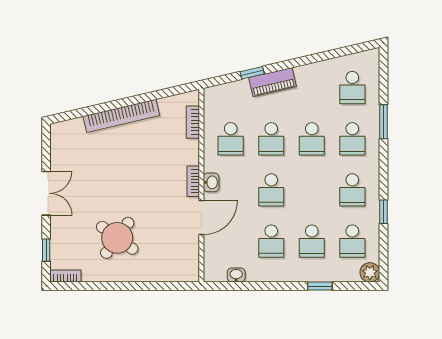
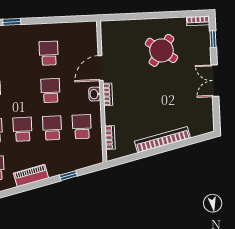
piano: (272, 82) -> (31, 176), moved
school desk: (312, 241) -> (19, 54), removed
washbasin: (236, 275) -> (73, 27), removed

